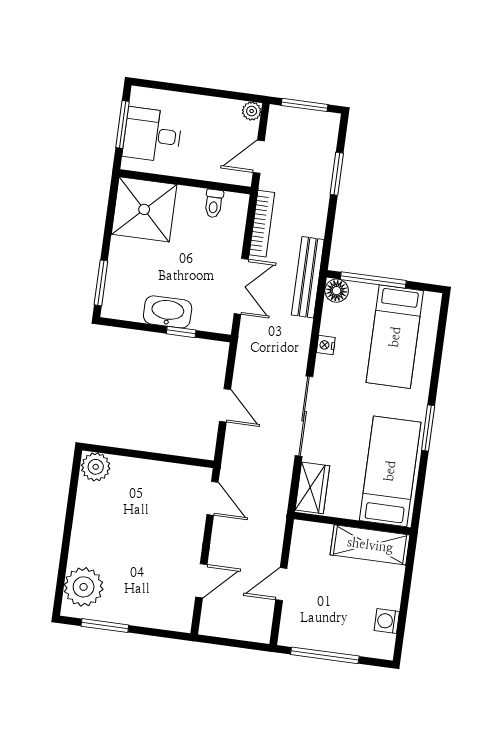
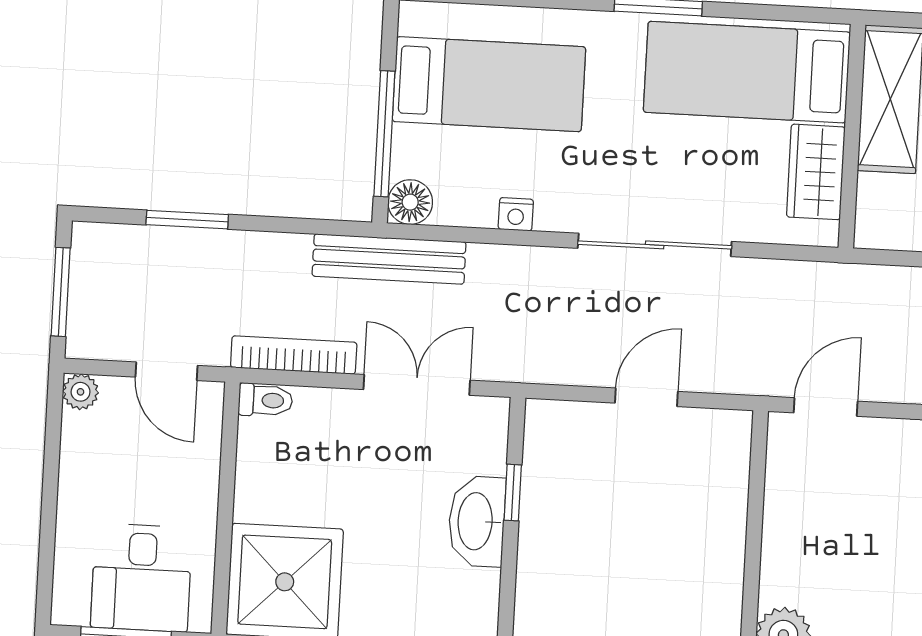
toilet: (214, 203) -> (265, 400), moved
wardrobe: (312, 488) -> (816, 172), moved, turned -90

